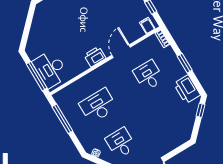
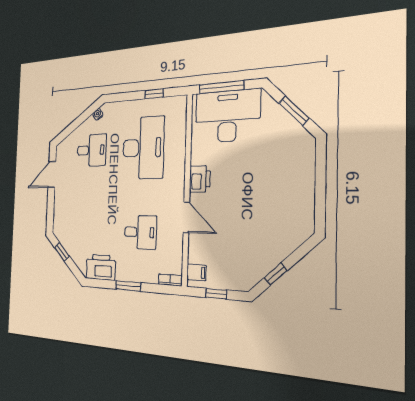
window: (28, 25) -> (294, 111), added
desk: (51, 69) -> (227, 116), width x1.36, depth x1.30
desk: (98, 106) -> (143, 148), width x1.36, depth x1.30
window: (201, 110) -> (62, 252), moved
window: (62, 119) -> (154, 94), width x0.46

